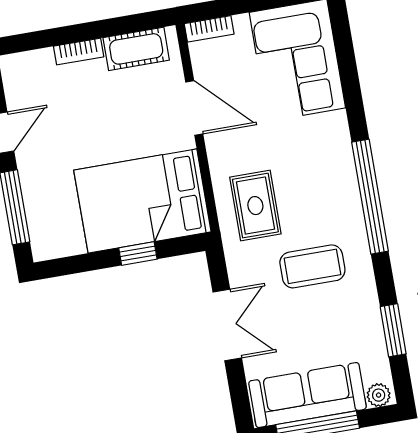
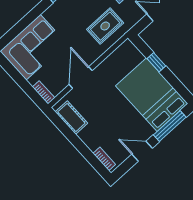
bookcase: (79, 52) -> (104, 159), moved
bed: (142, 201) -> (152, 95), moved, turned 180

